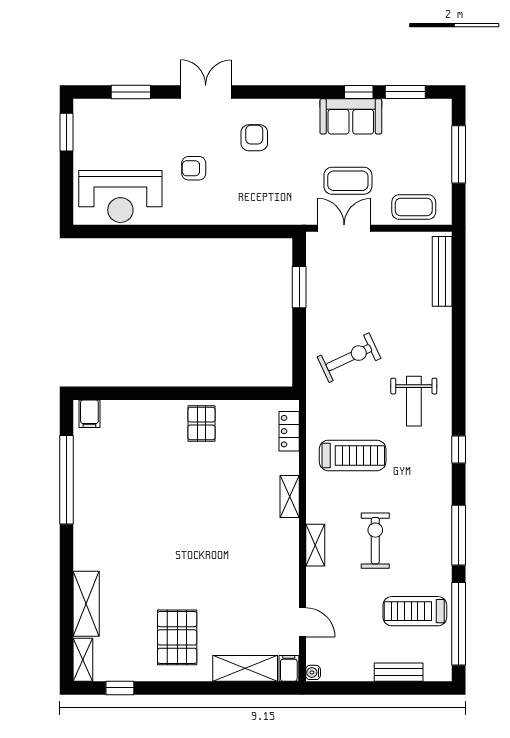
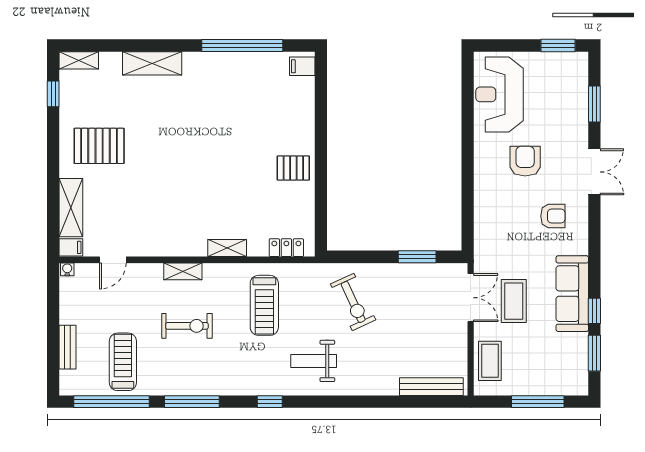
sofa: (351, 116) -> (572, 294), width x1.36
armchair: (194, 168) -> (525, 161), width x1.38, depth x1.38
shelving: (86, 604) -> (152, 63), moved

